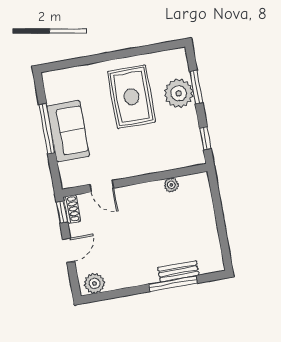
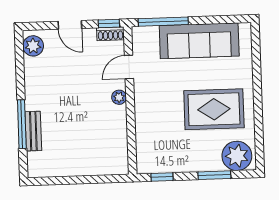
plant: (179, 93) -> (237, 156), moved
window: (47, 129) -> (163, 22), moved
sofa: (68, 131) -> (199, 41), width x1.36
plant: (171, 185) -> (119, 97), moved

